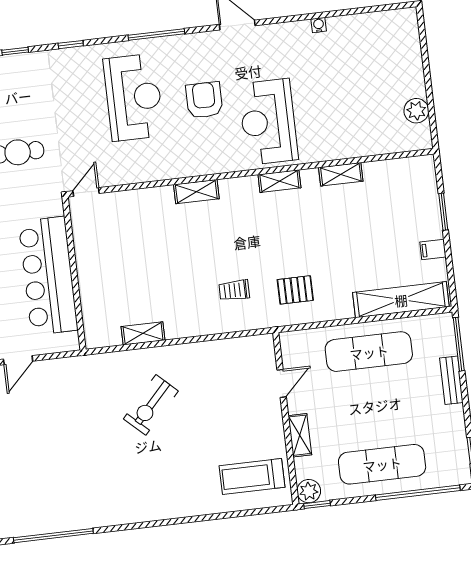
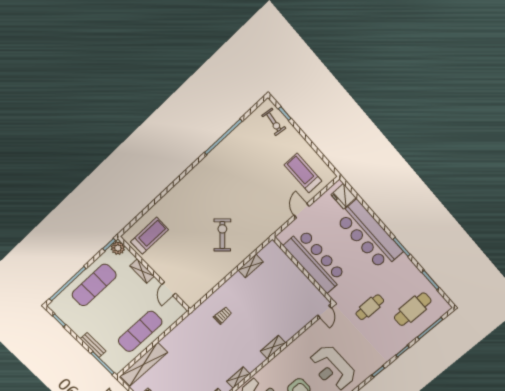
pallet: (295, 290) -> (195, 335), removed

